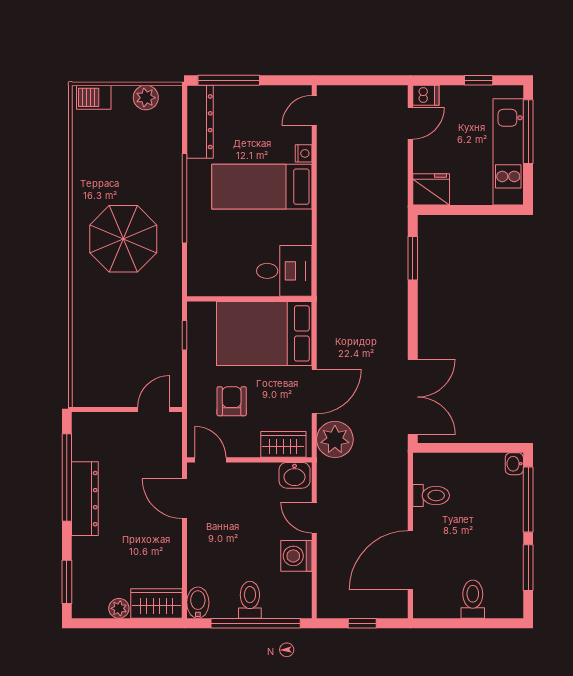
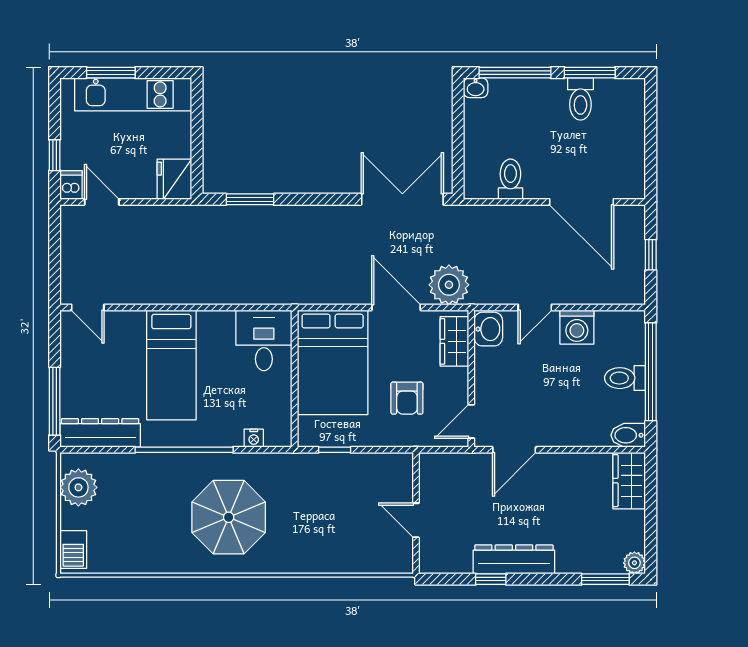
window: (479, 80) -> (55, 155), moved
plant: (146, 98) -> (78, 487), width x1.36, depth x1.36
window: (528, 132) -> (111, 73), width x0.69
nightstand: (304, 153) -> (254, 438), moved, turned 180
armchair: (232, 401) -> (407, 398), turned -90
door: (154, 409) -> (416, 520), moved
window: (67, 478) -> (491, 579), width x0.32
toilet: (473, 599) -> (580, 99), moved, turned -90
plant: (119, 608) -> (634, 563), moved

